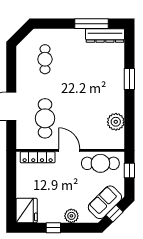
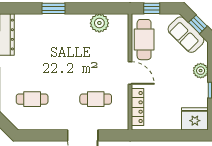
cafe table: (45, 118) -> (96, 99), width x0.73, depth x0.74
door: (69, 150) -> (130, 73), swing flipped

